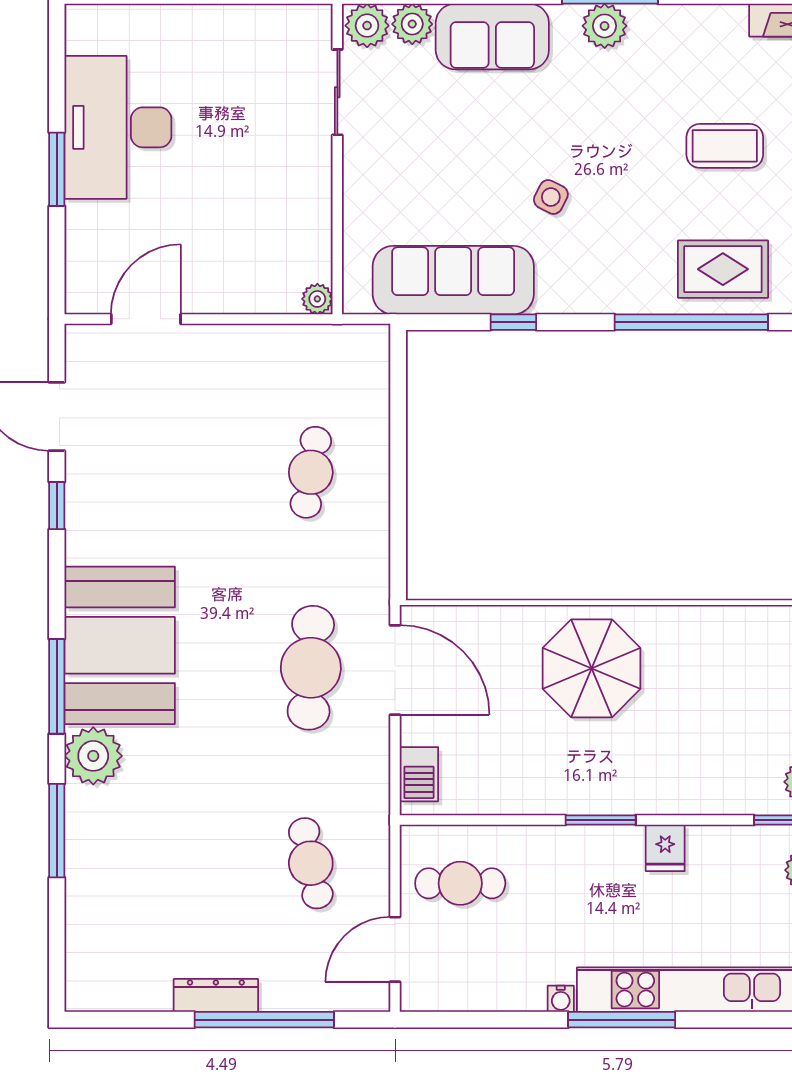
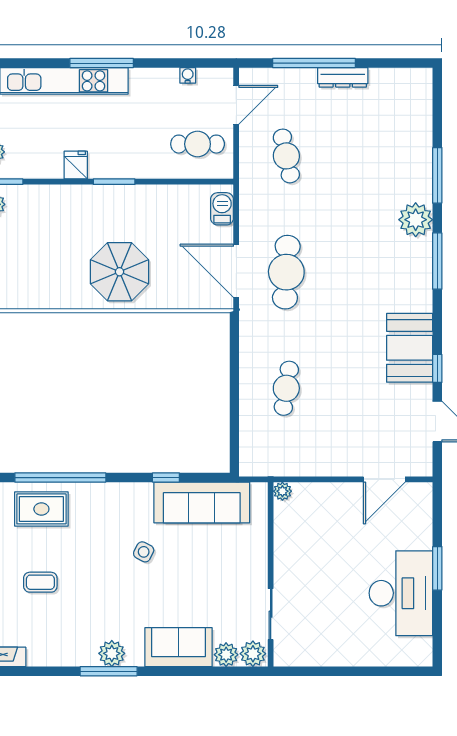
coffee table: (725, 146) -> (40, 582), width x0.73, depth x0.77
booth: (120, 645) -> (410, 348), moved, width x0.73, depth x0.70
water cooler: (561, 999) -> (188, 75), moved

